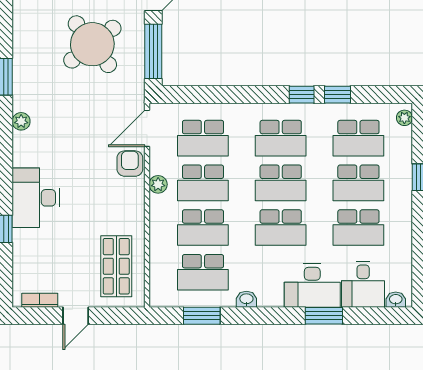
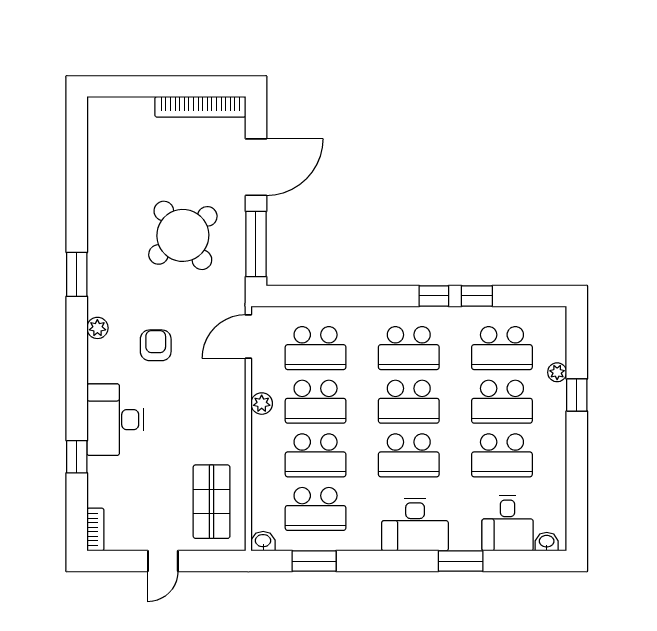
plant: (404, 118) -> (557, 372), moved
armchair: (130, 164) -> (156, 345), moved
desk: (312, 286) -> (415, 525), moved
washbasin: (246, 299) -> (263, 541), moved
bookcase: (40, 300) -> (95, 530), moved, turned 90

